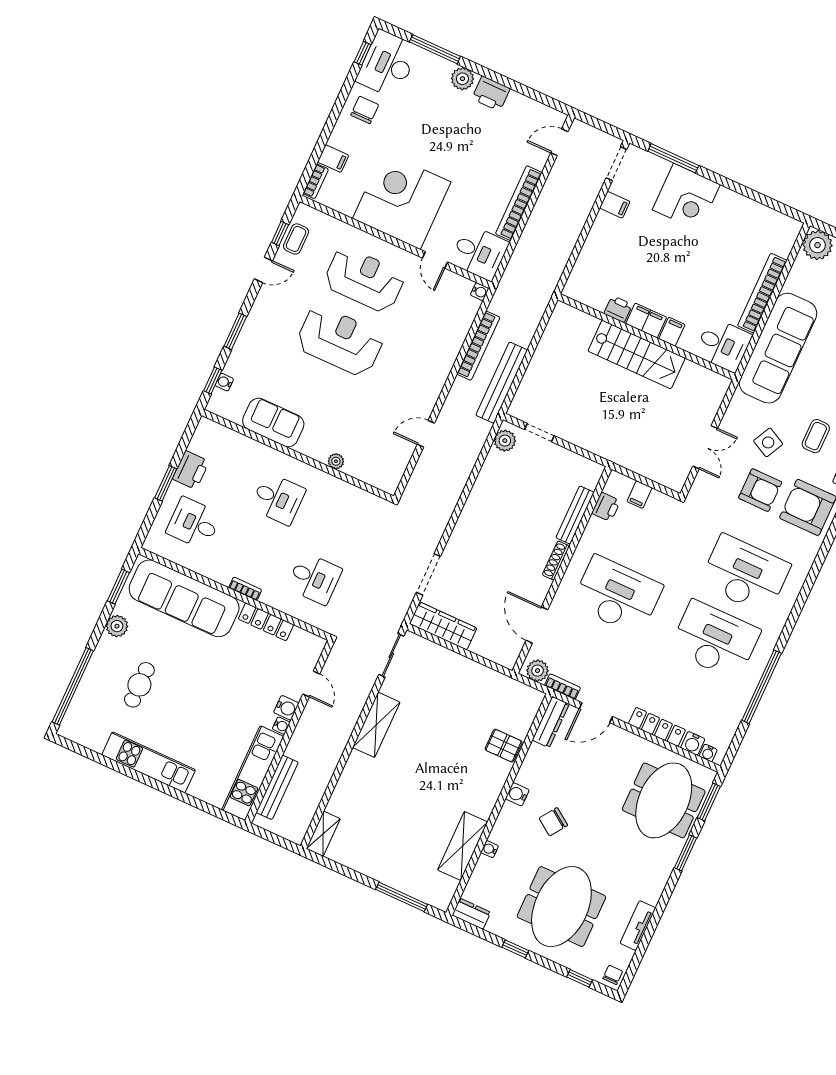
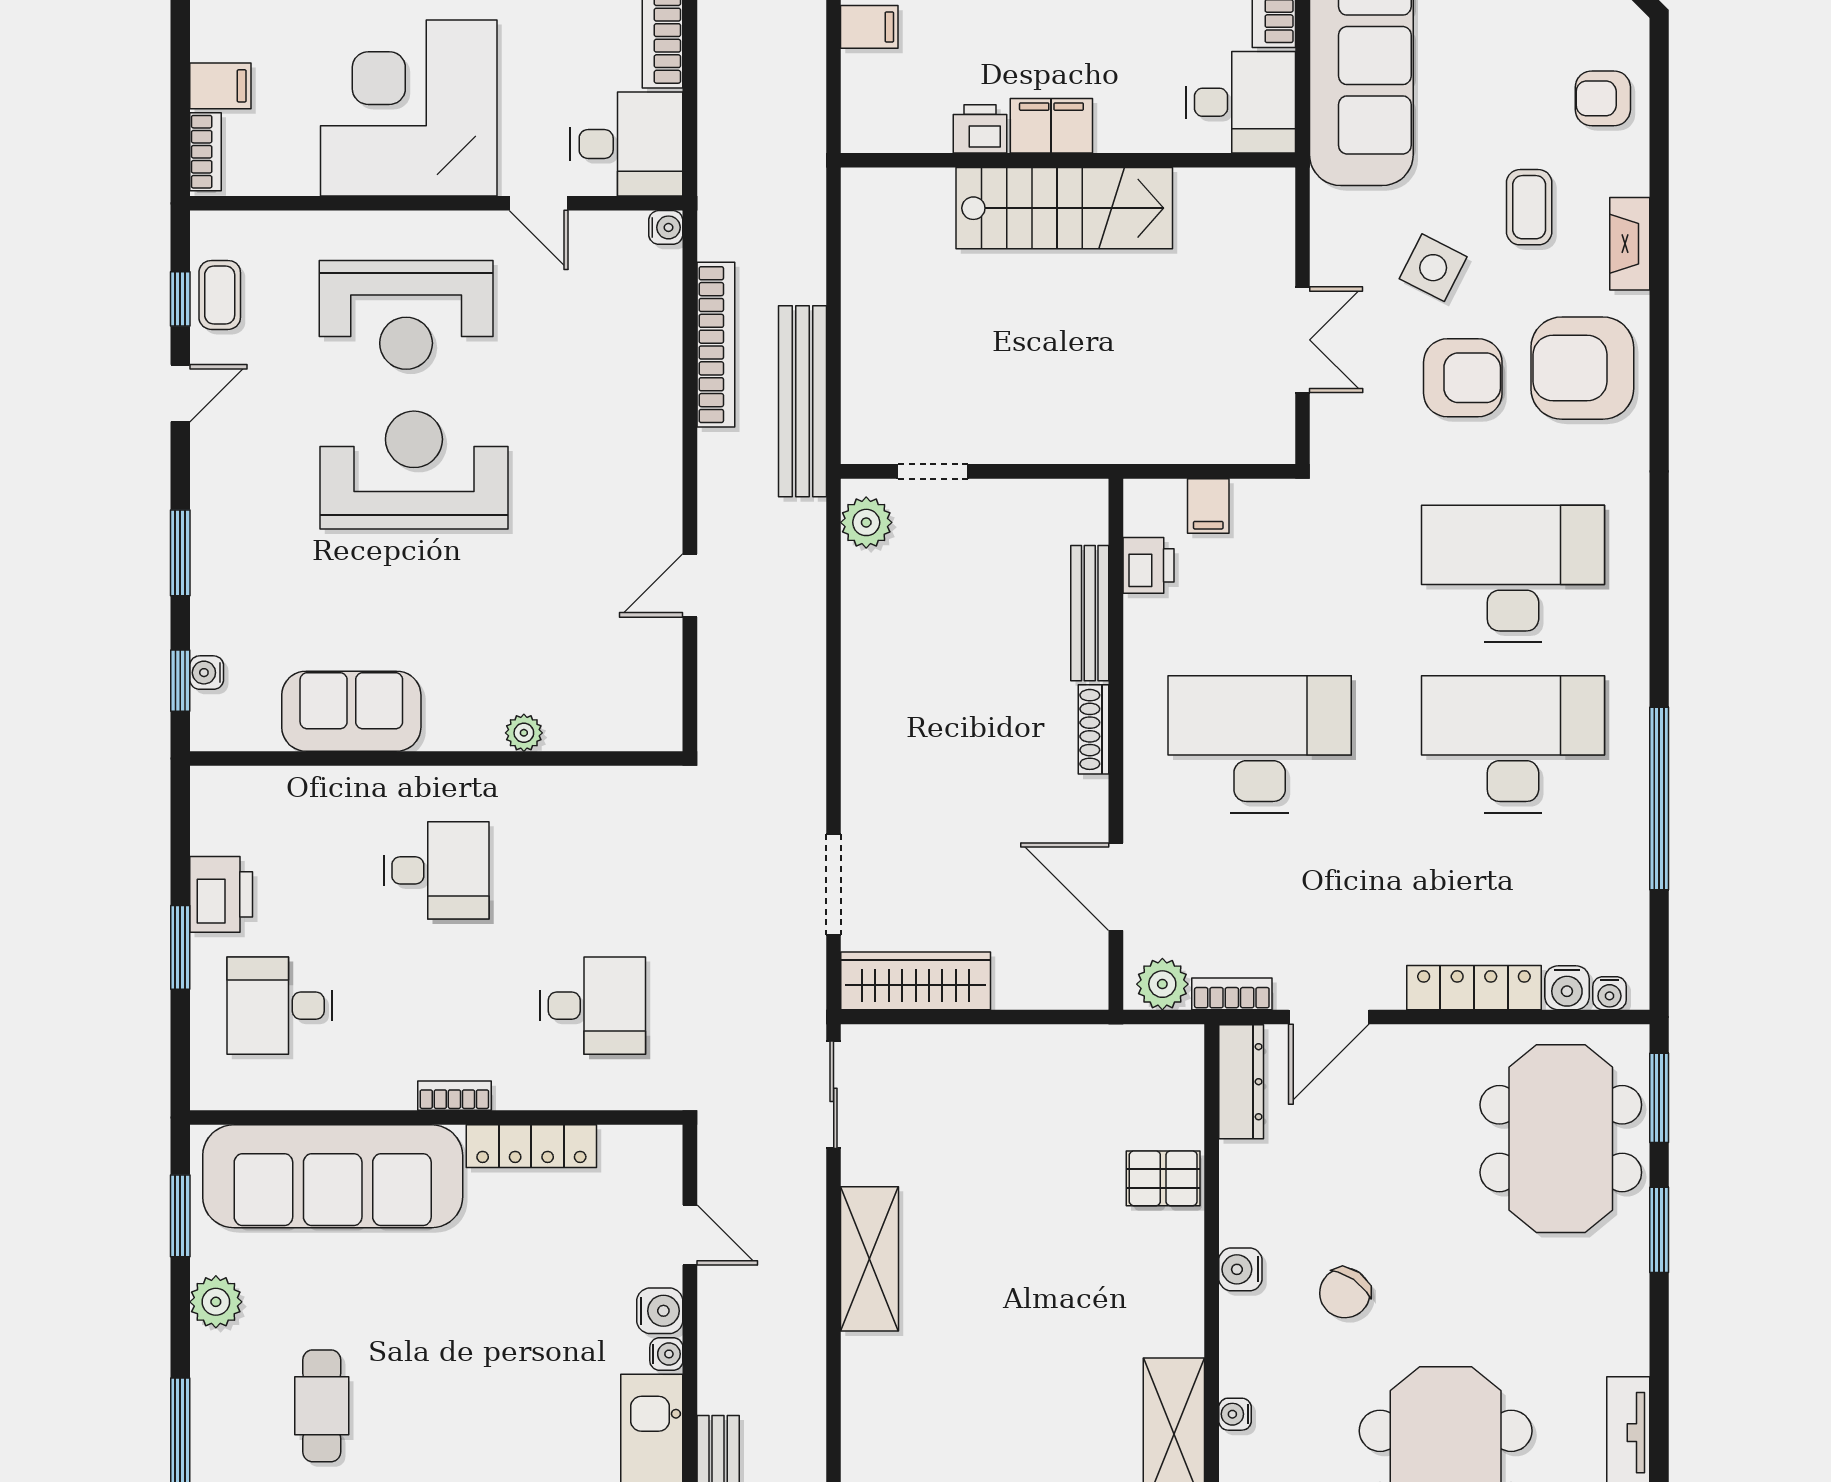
reception desk: (364, 280) -> (406, 315), turned 180
filing cabinet: (672, 332) -> (869, 27), moved, turned 90

